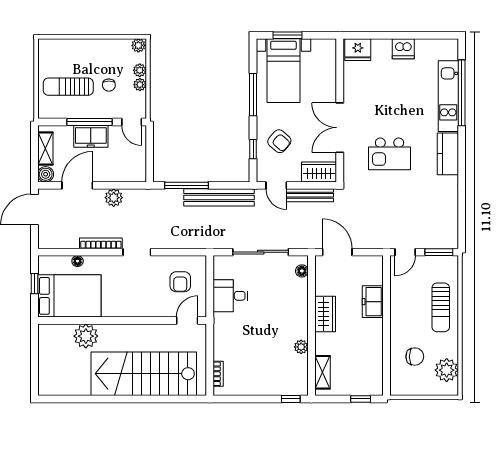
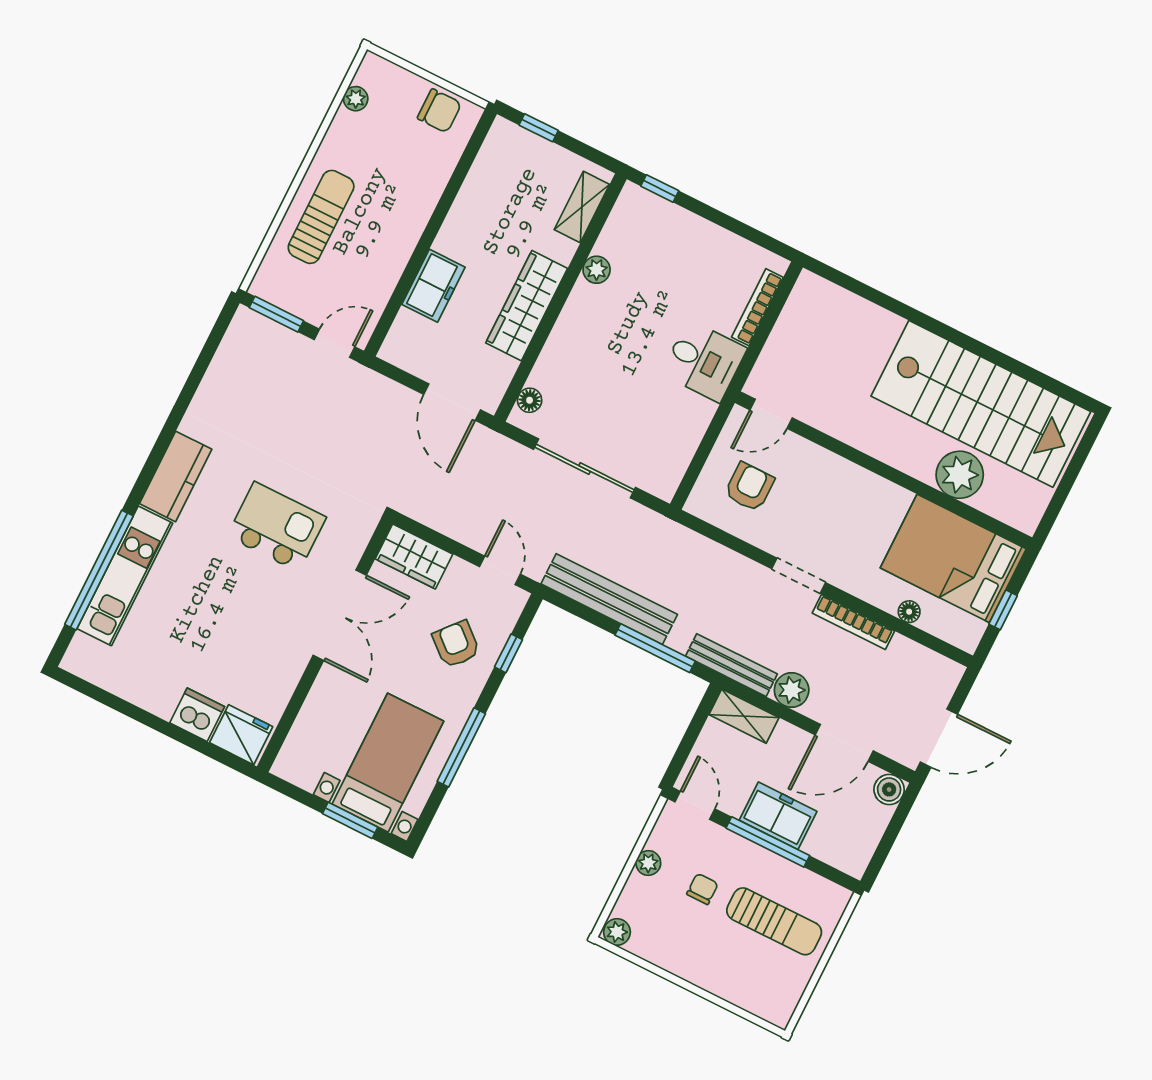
dishwasher: (403, 49) -> (197, 715), moved
plant: (140, 70) -> (636, 888), removed
shelving: (45, 149) -> (744, 716), moved, turned 90
bench: (310, 195) -> (731, 665), moved
desk: (230, 296) -> (704, 361), moved
wardrobe: (325, 314) -> (527, 306), width x1.50
chair: (415, 357) -> (439, 111), moved, turned 180
plant: (447, 370) -> (356, 99), width x0.53, depth x0.53
stairs: (144, 374) -> (981, 404), moved
bookcase: (218, 374) -> (757, 307), width x1.56

